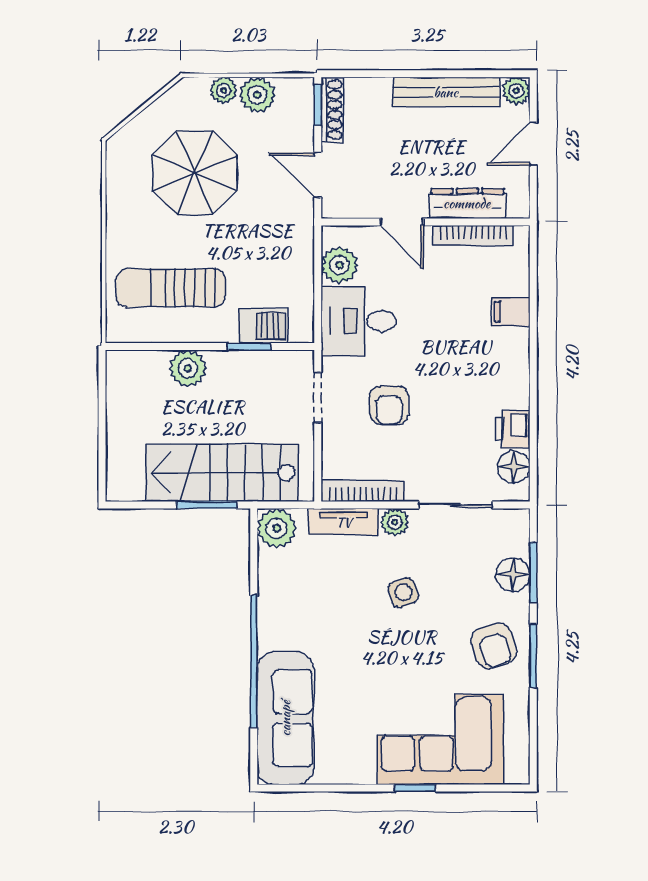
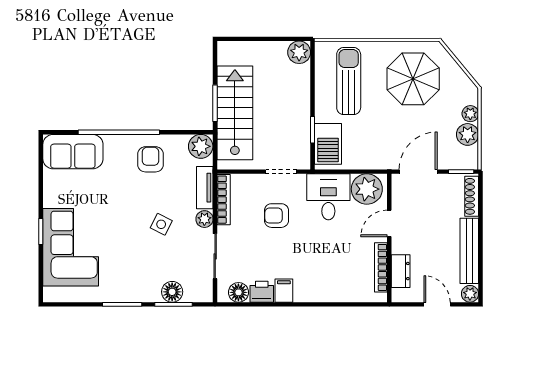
shoe rack: (332, 110) -> (472, 196), moved, turned 90
parasol: (195, 173) -> (413, 79), moved
door: (318, 175) -> (418, 172), width x1.38
dresser: (467, 203) -> (401, 271), width x0.70
plant: (339, 265) -> (367, 189), width x1.36, depth x1.36
filing cabinet: (511, 312) -> (284, 291), moved
barbecue: (263, 326) -> (328, 144), width x1.38, depth x1.27
plant: (188, 368) -> (299, 52), moved
side table: (403, 593) -> (161, 224), turned 45
armchair: (494, 646) -> (151, 159), moved, turned 108
sofa: (285, 718) -> (73, 152), width x0.73

